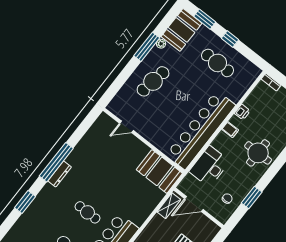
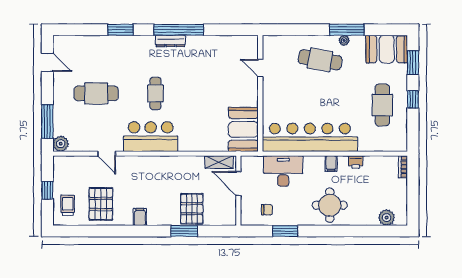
plant: (161, 44) -> (344, 40), moved

